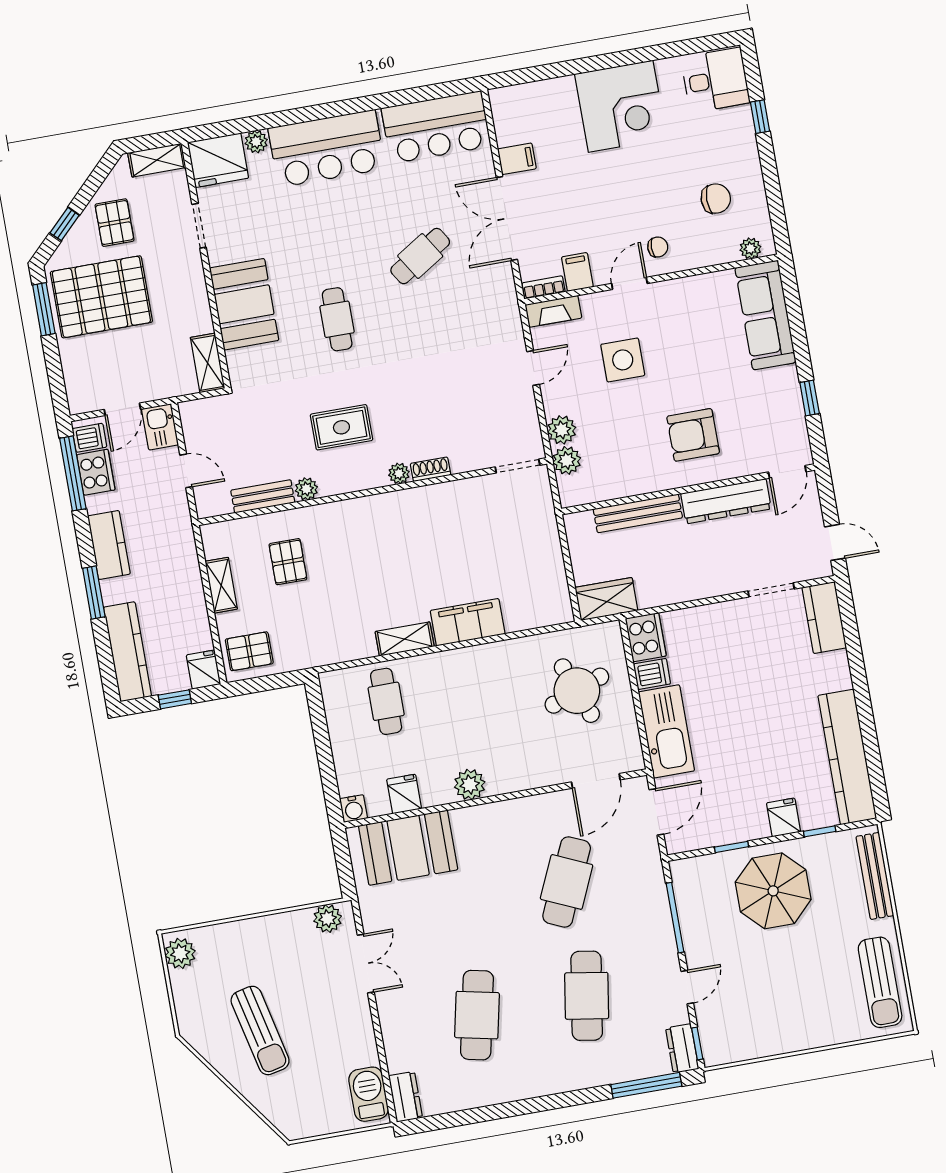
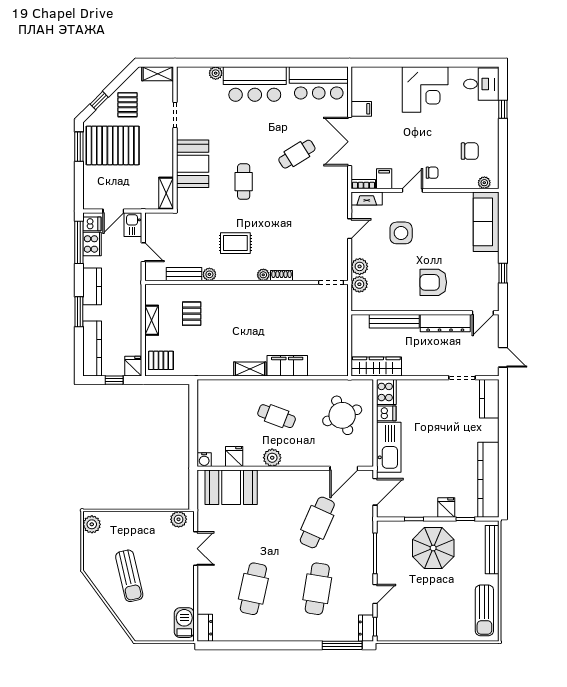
fridge: (218, 160) -> (192, 80), removed
wardrobe: (606, 599) -> (376, 366), width x1.50
cafe table: (386, 701) -> (277, 416), moved, turned -69

